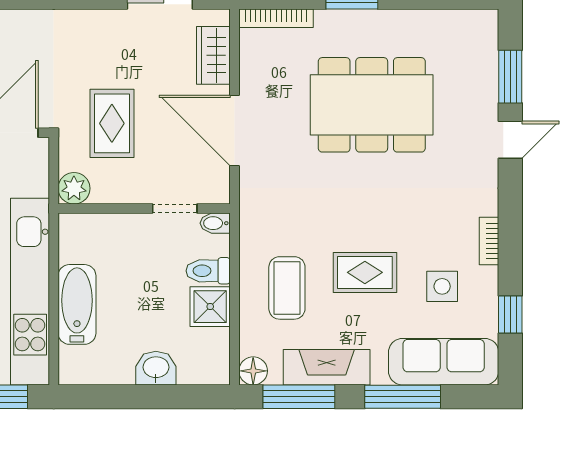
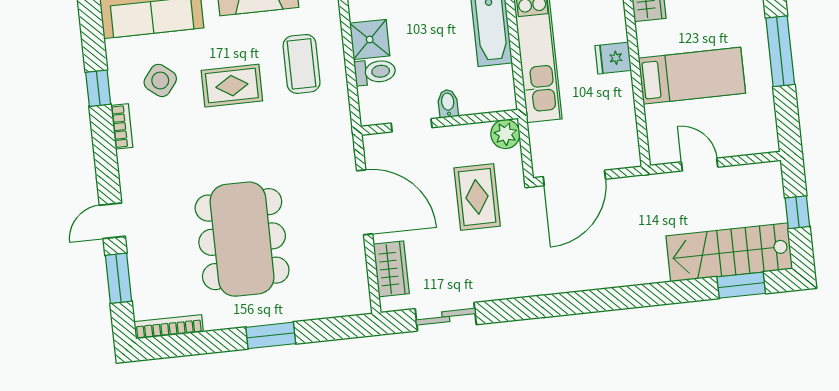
bookcase: (276, 18) -> (169, 327), moved
dining table: (372, 105) -> (242, 239), turned 90
bidet: (215, 223) -> (448, 104), moved, turned -90
side table: (442, 286) -> (160, 80), turned 38
window: (510, 315) -> (98, 88), moved

